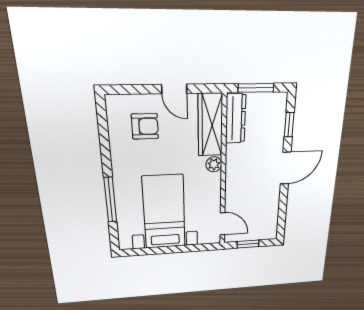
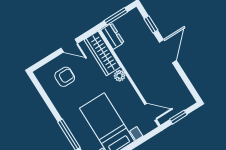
dresser: (236, 119) -> (112, 36), width x0.70

